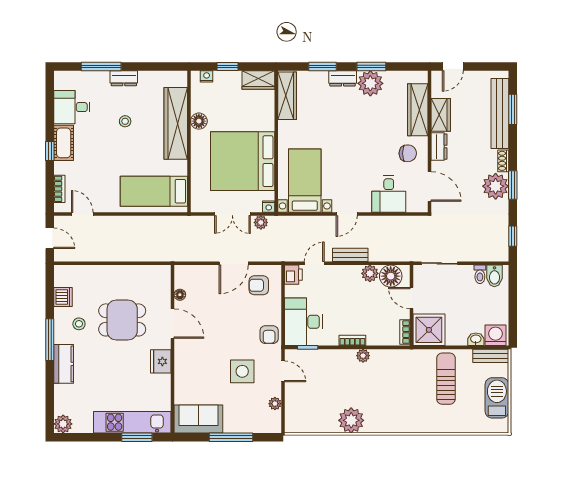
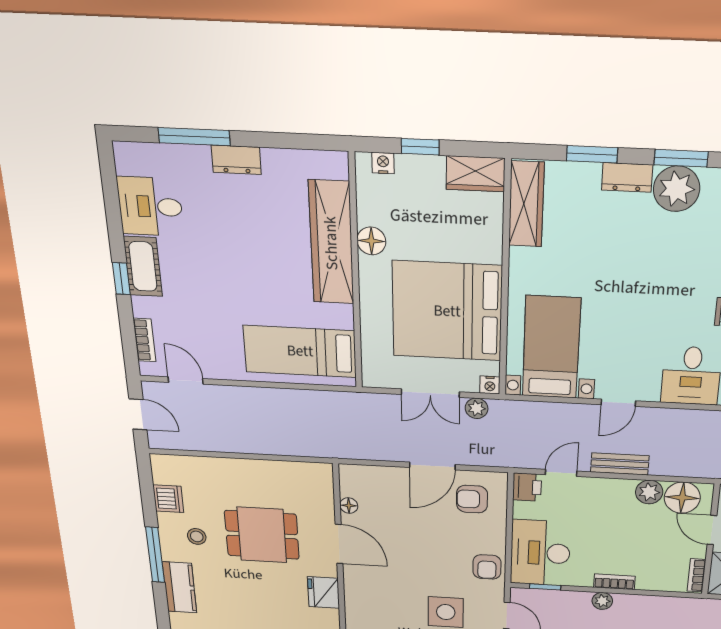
stool: (125, 121) -> (244, 235), removed
plant: (363, 356) -> (602, 601), moved

